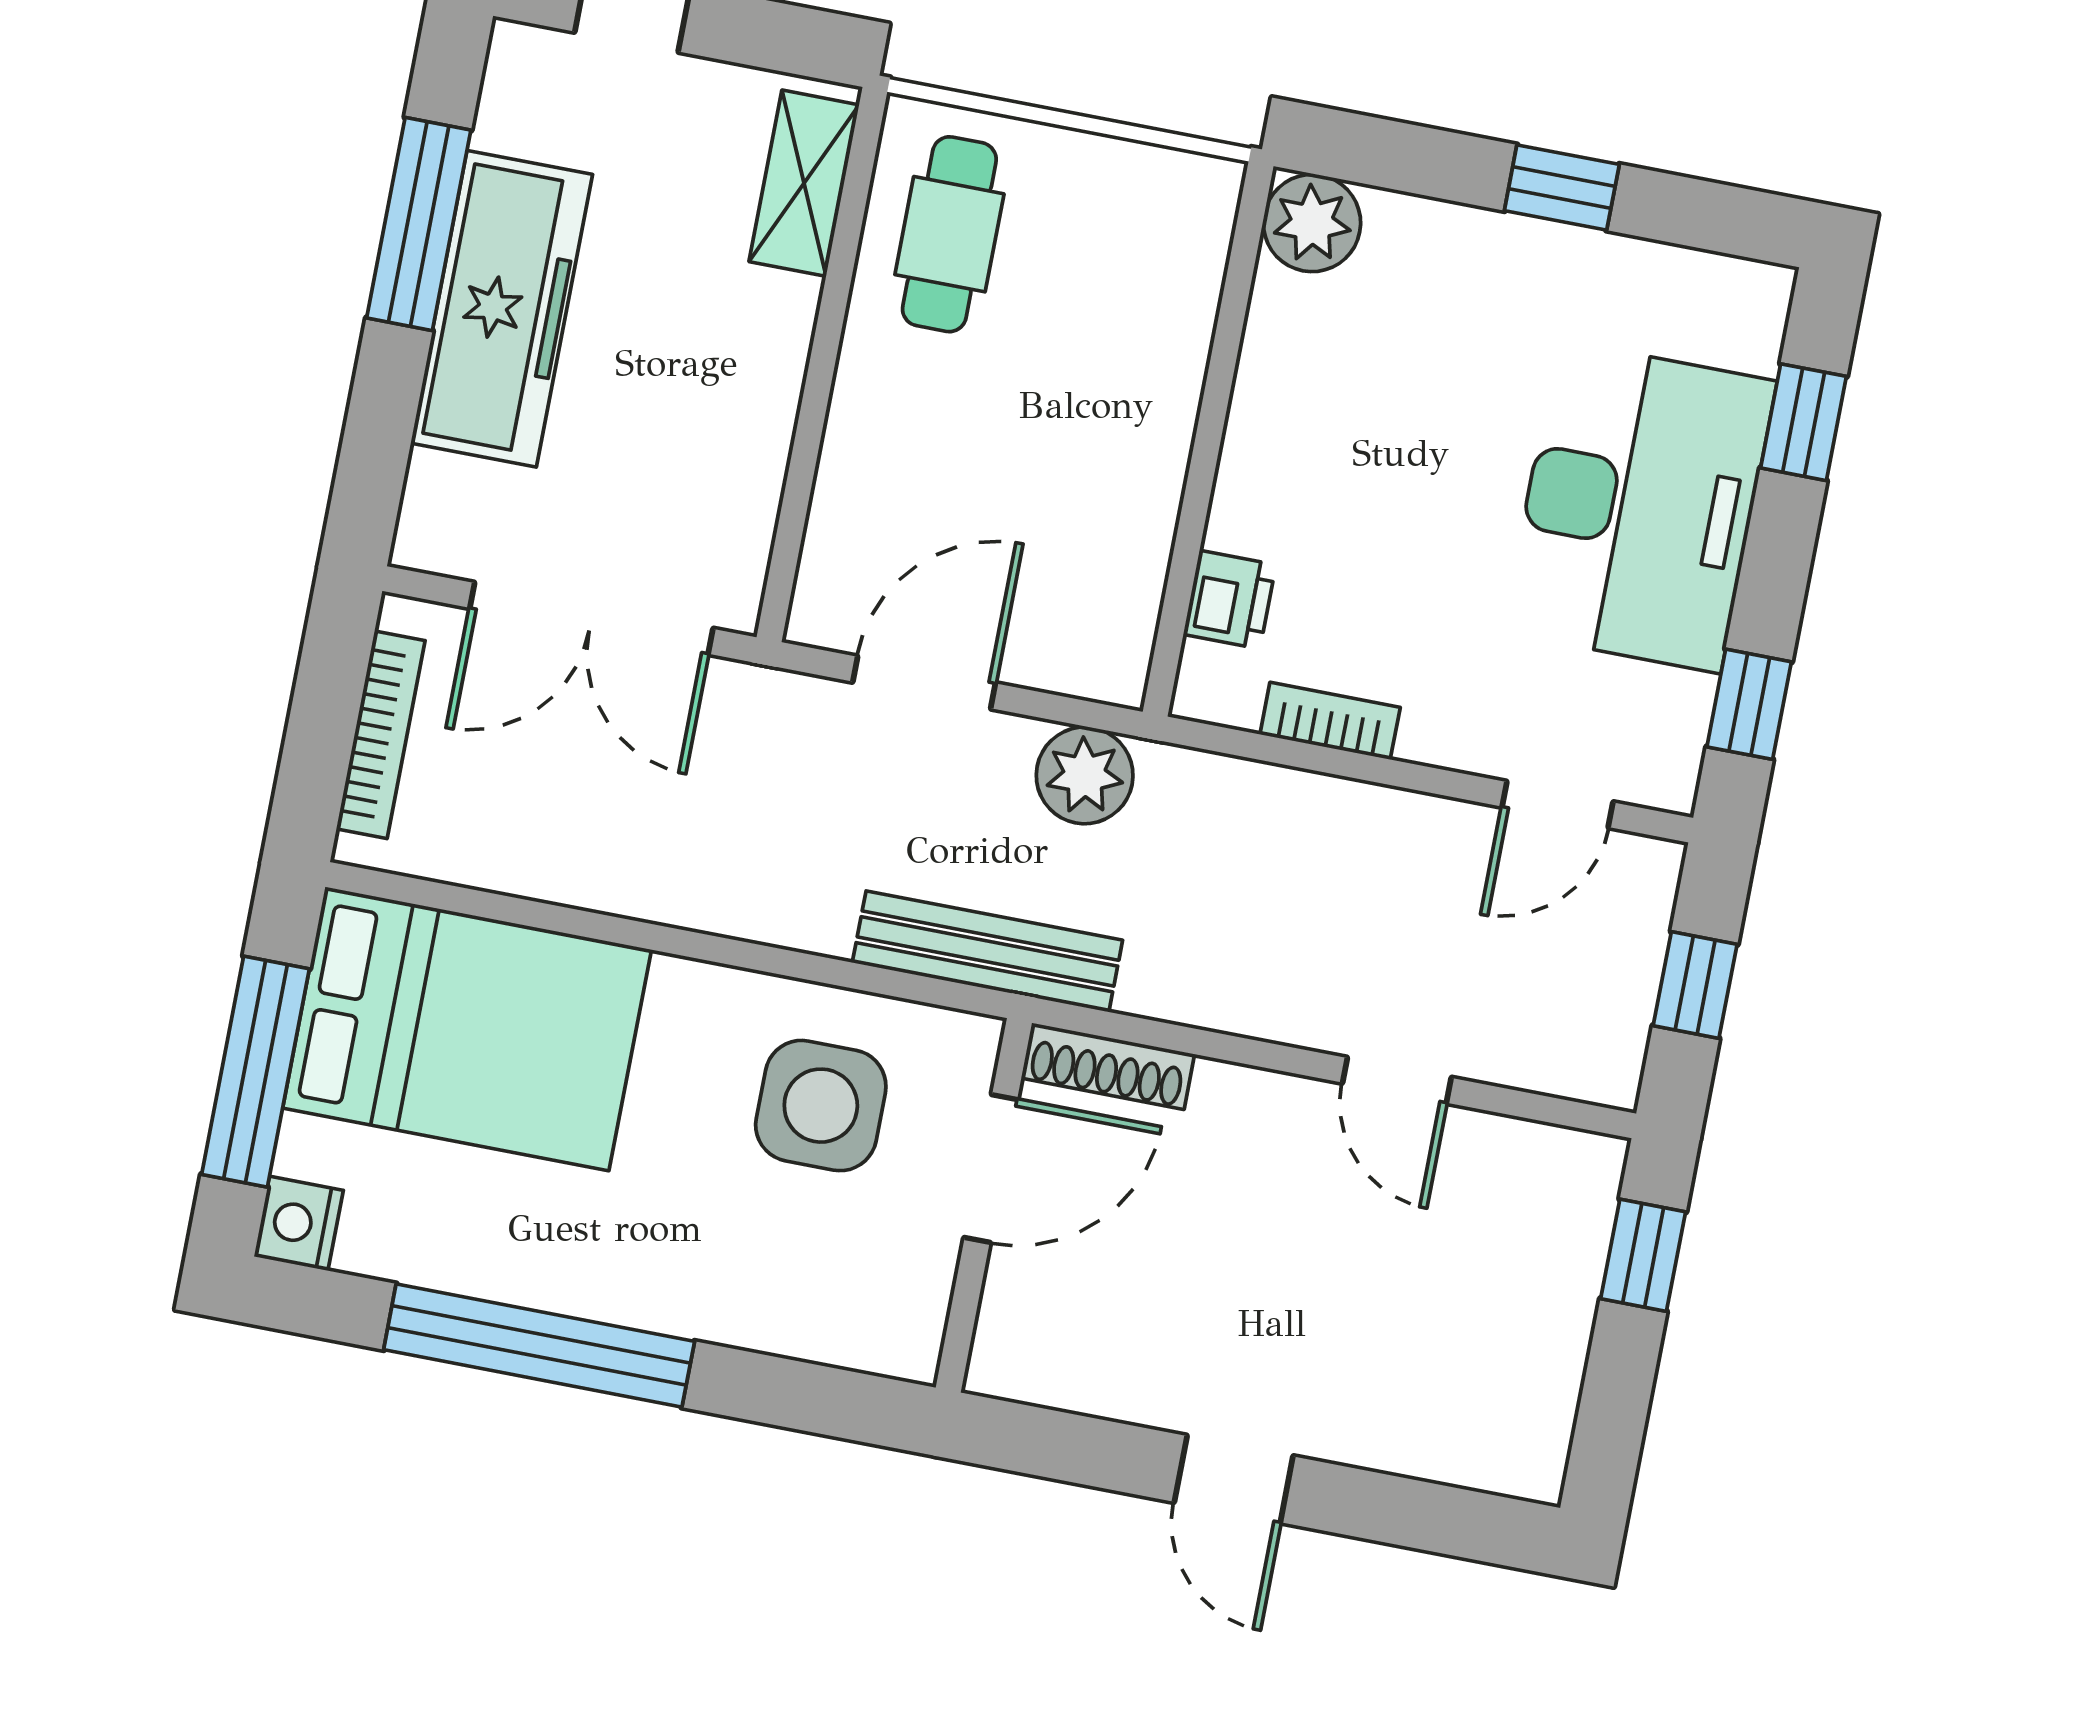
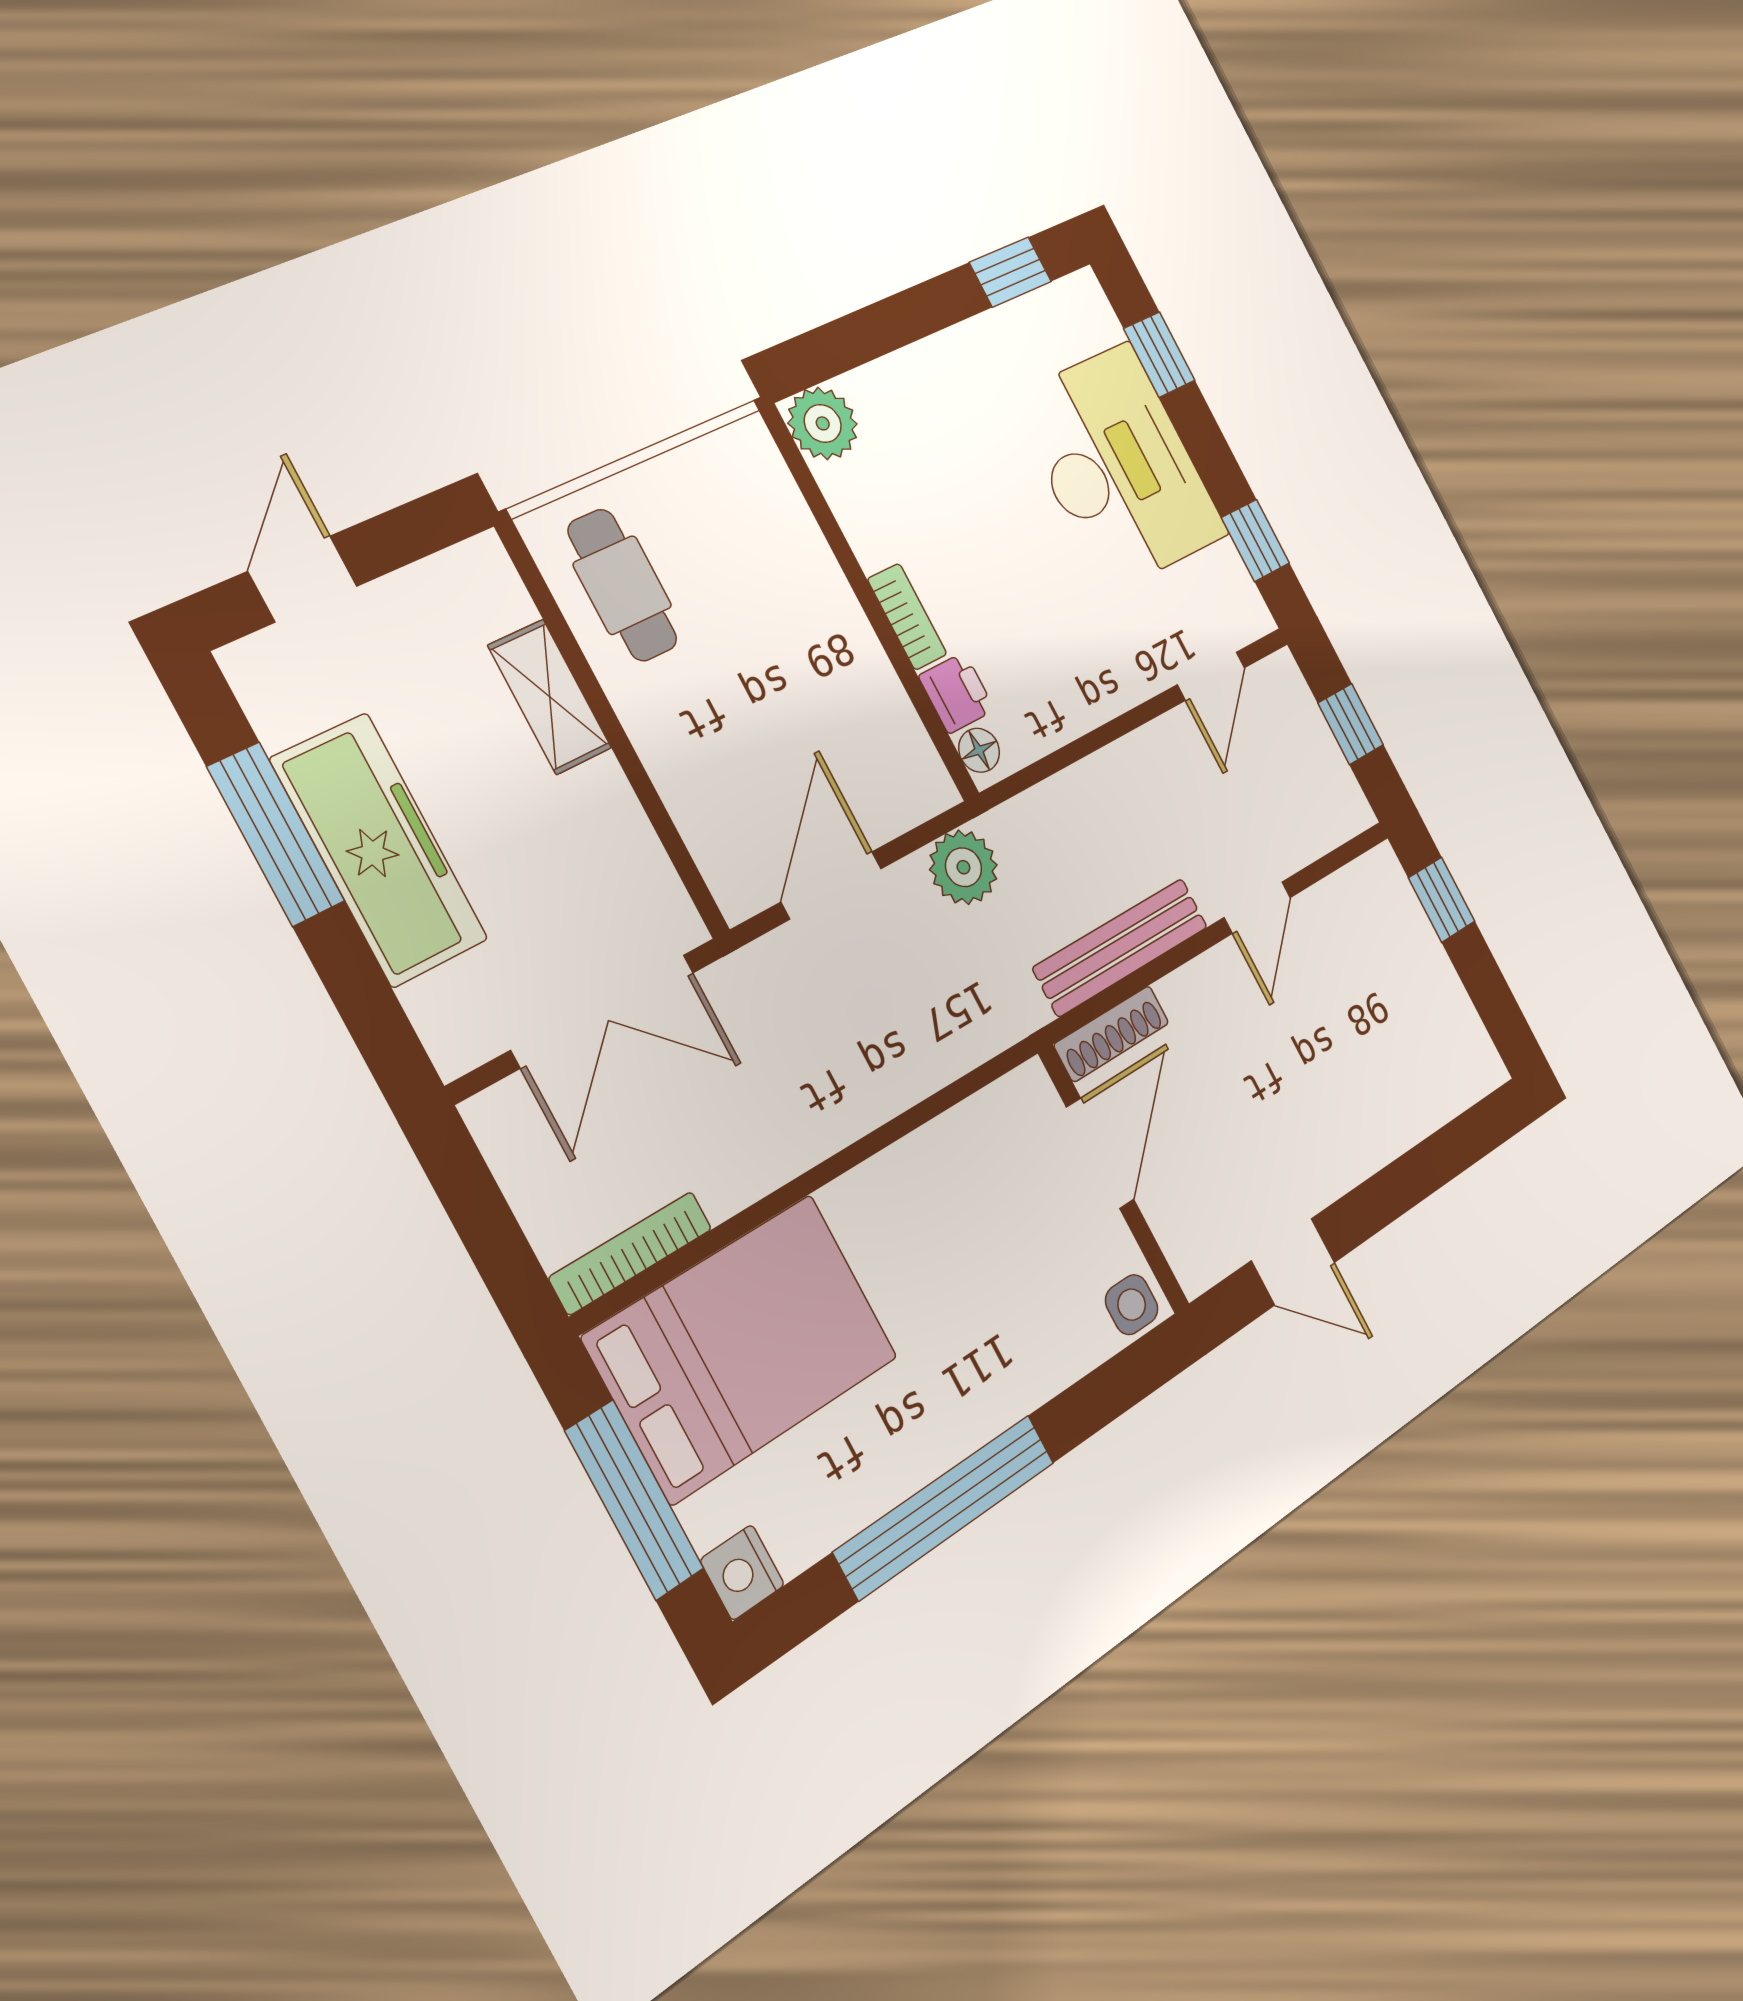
shelving: (804, 183) -> (550, 697), moved
window: (1562, 188) -> (1010, 272), moved
floor lamp: (1205, 675) -> (979, 750), added
bookcase: (1330, 721) -> (907, 617), moved, turned 90
bookcase: (381, 735) -> (631, 1253), moved, turned -90
bench: (987, 951) -> (1121, 947), moved
door: (1397, 1080) -> (1257, 908), hinge flipped
side table: (821, 1106) -> (1132, 1305), moved, width x0.54, depth x0.54
door: (1234, 1479) -> (1293, 1262), moved

